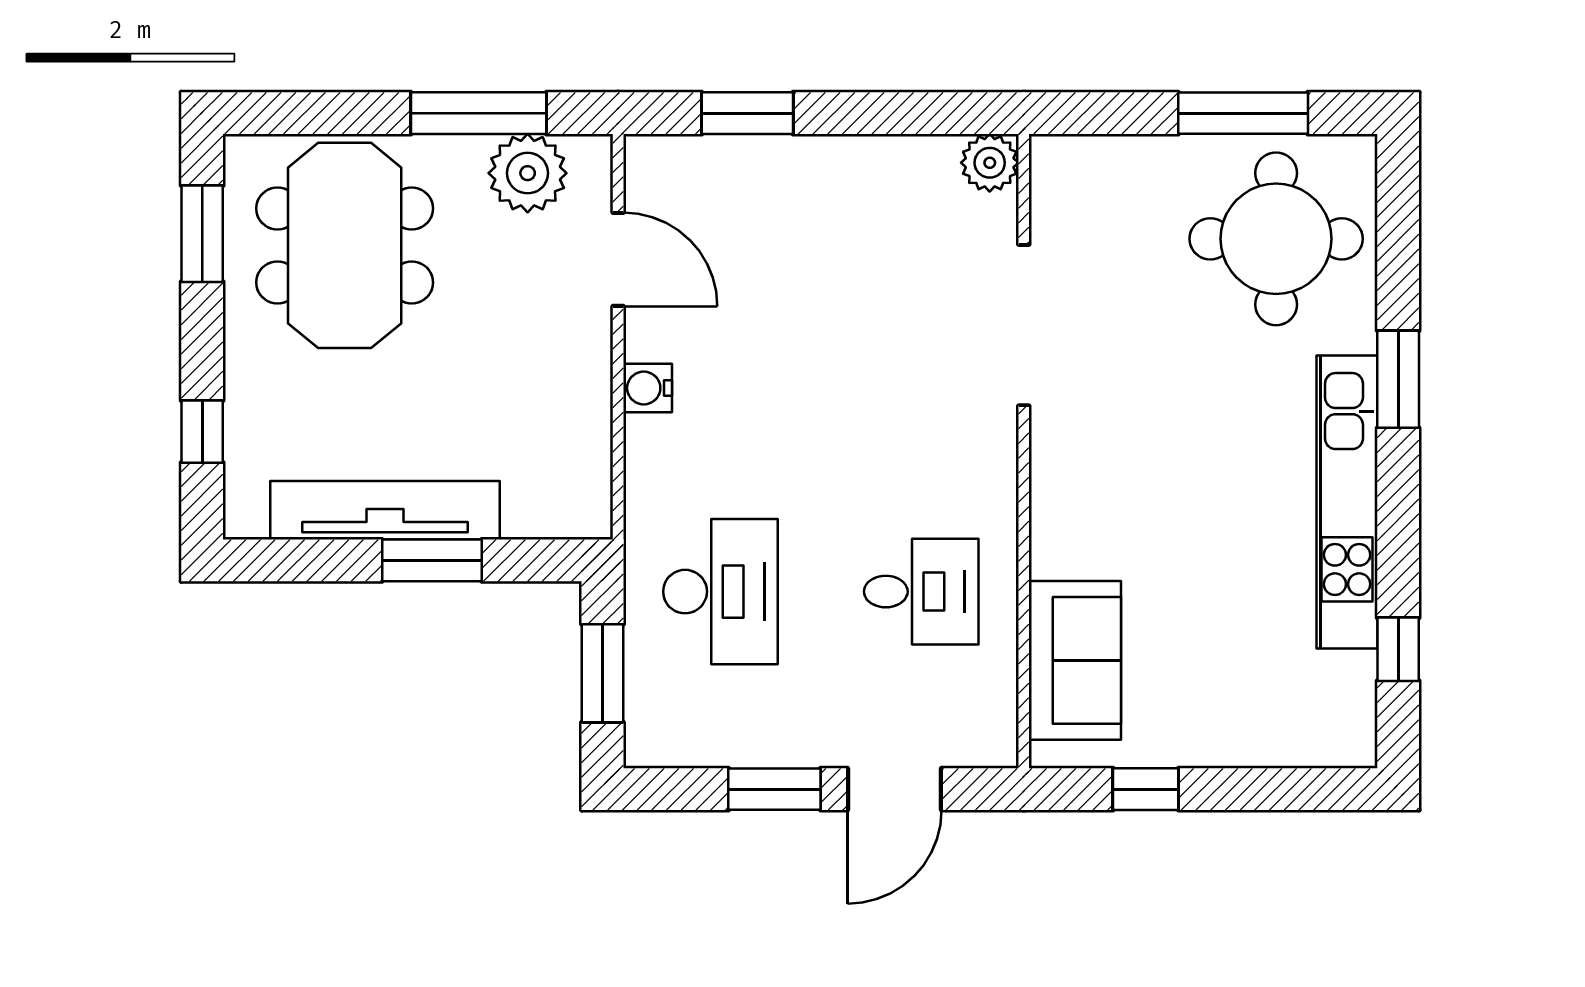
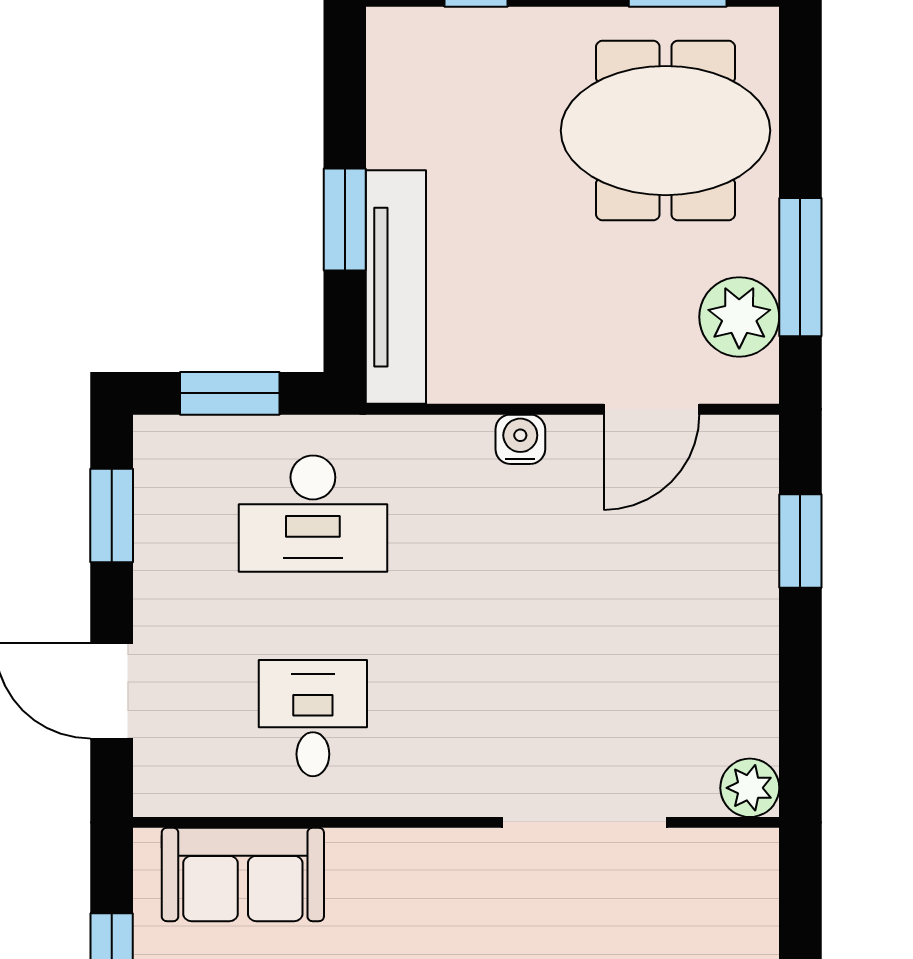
tv unit: (385, 510) -> (396, 287), moved
desk: (921, 592) -> (313, 718), turned 180
window: (774, 789) -> (112, 515), moved

